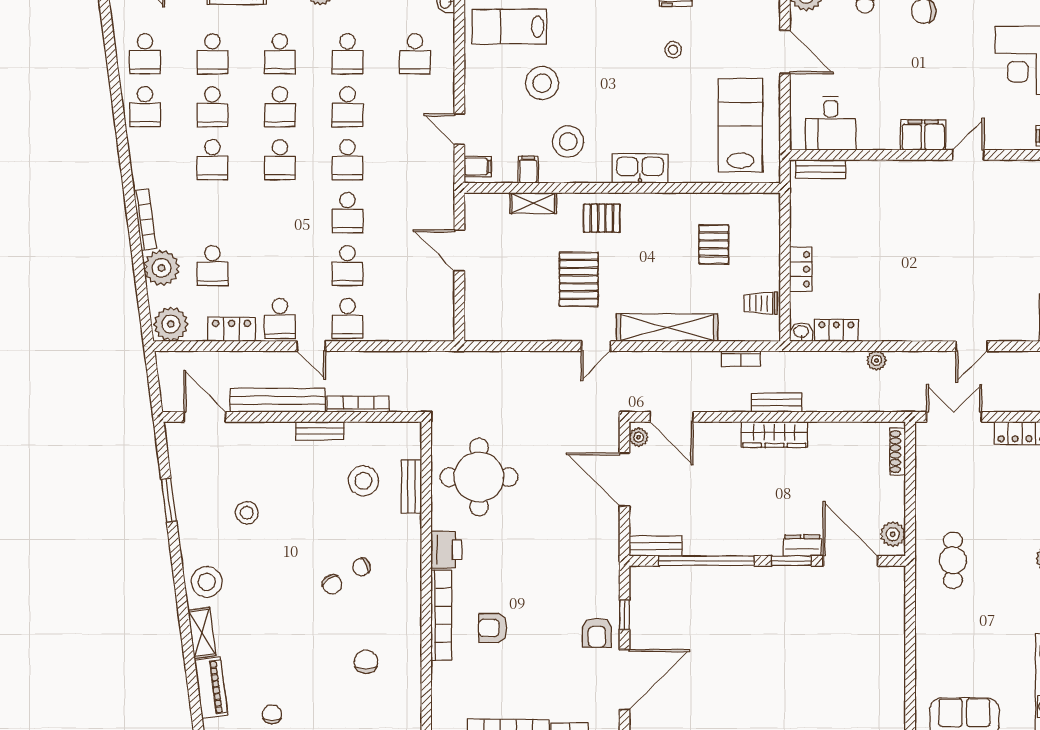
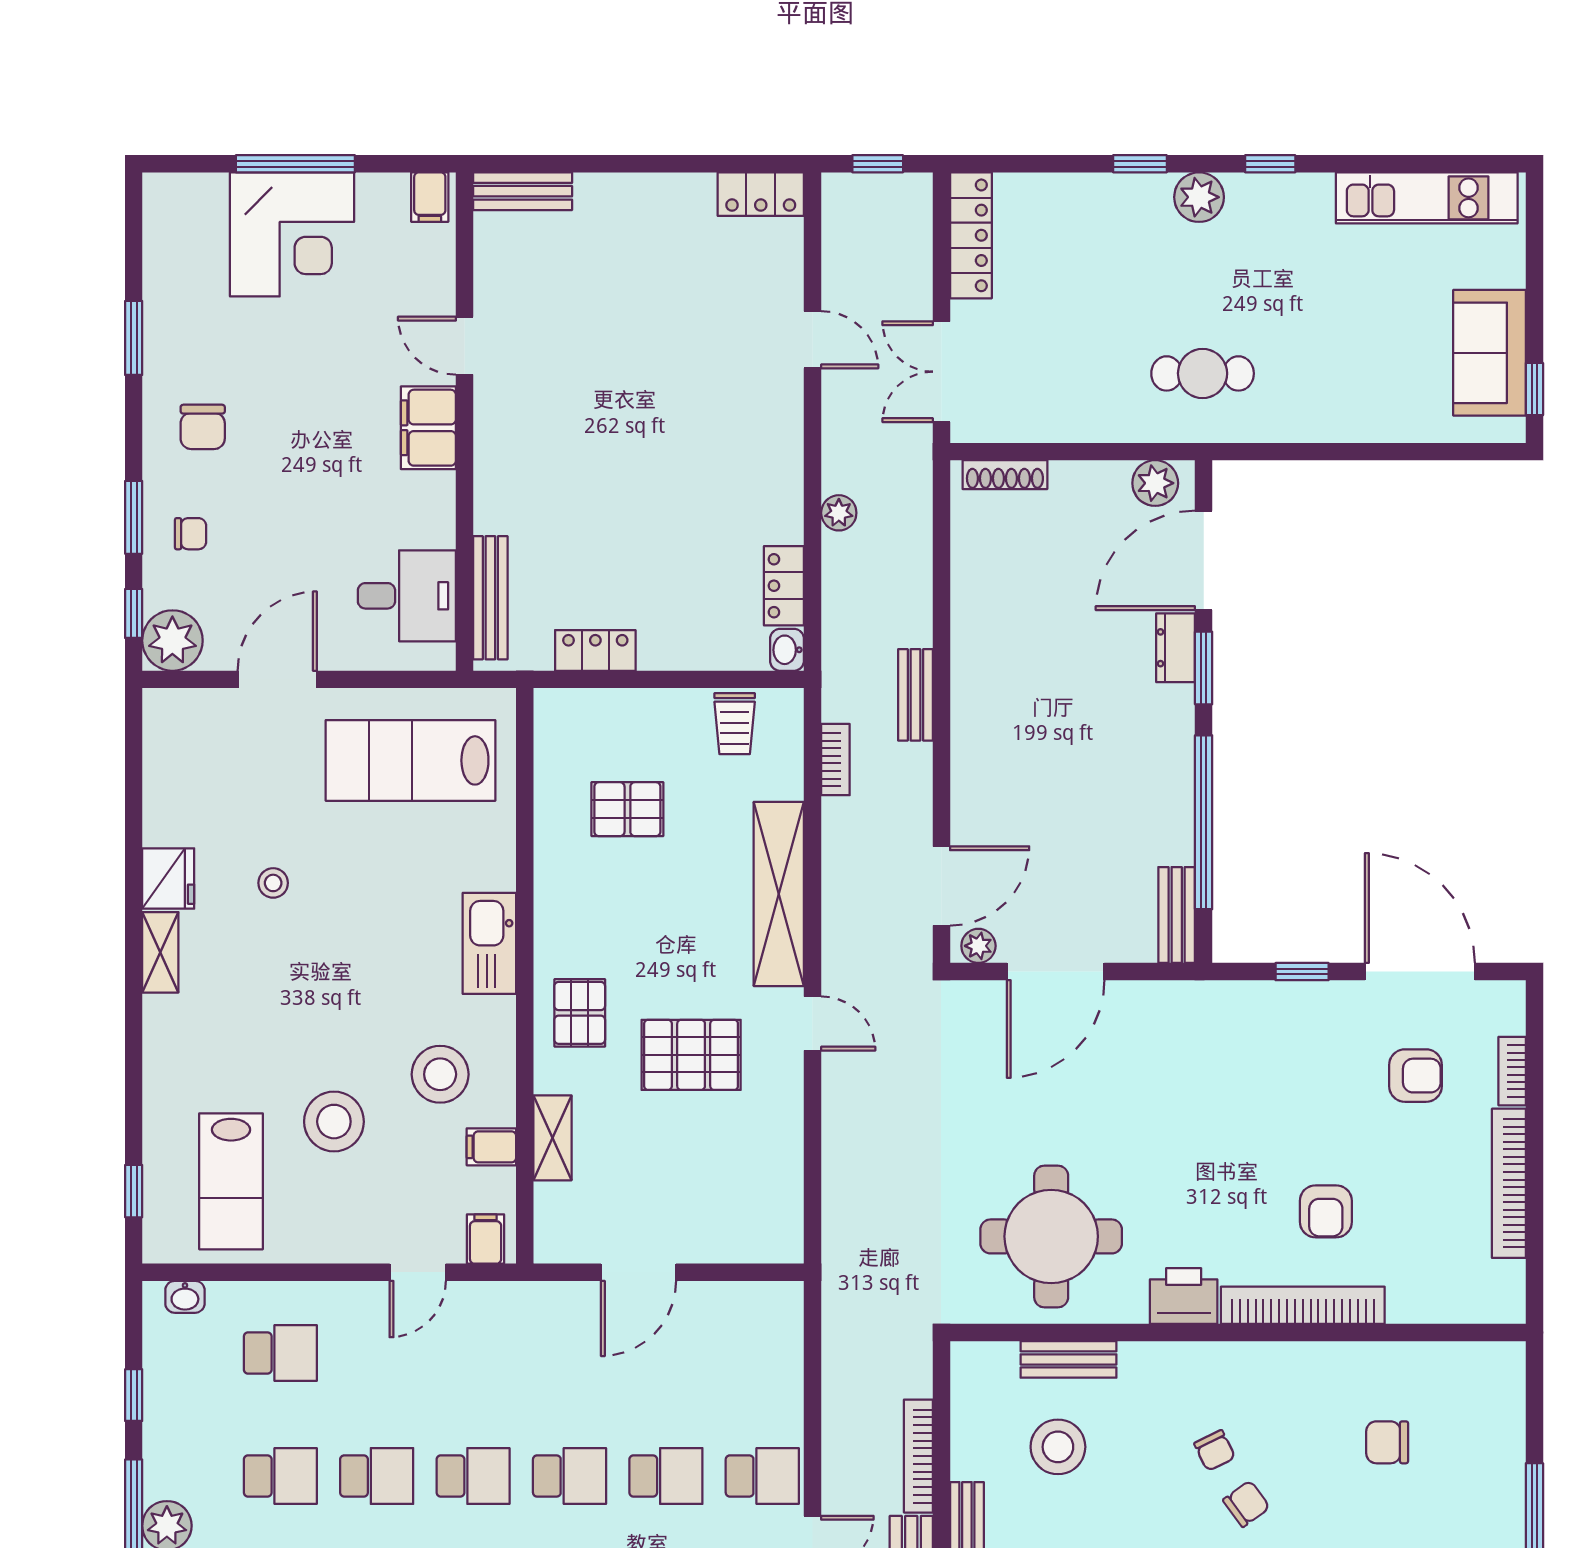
bench: (821, 169) -> (490, 598), width x1.36
locker: (801, 269) -> (595, 650), moved
wardrobe: (774, 434) -> (974, 699), removed
armchair: (597, 633) -> (1415, 1076), moved

